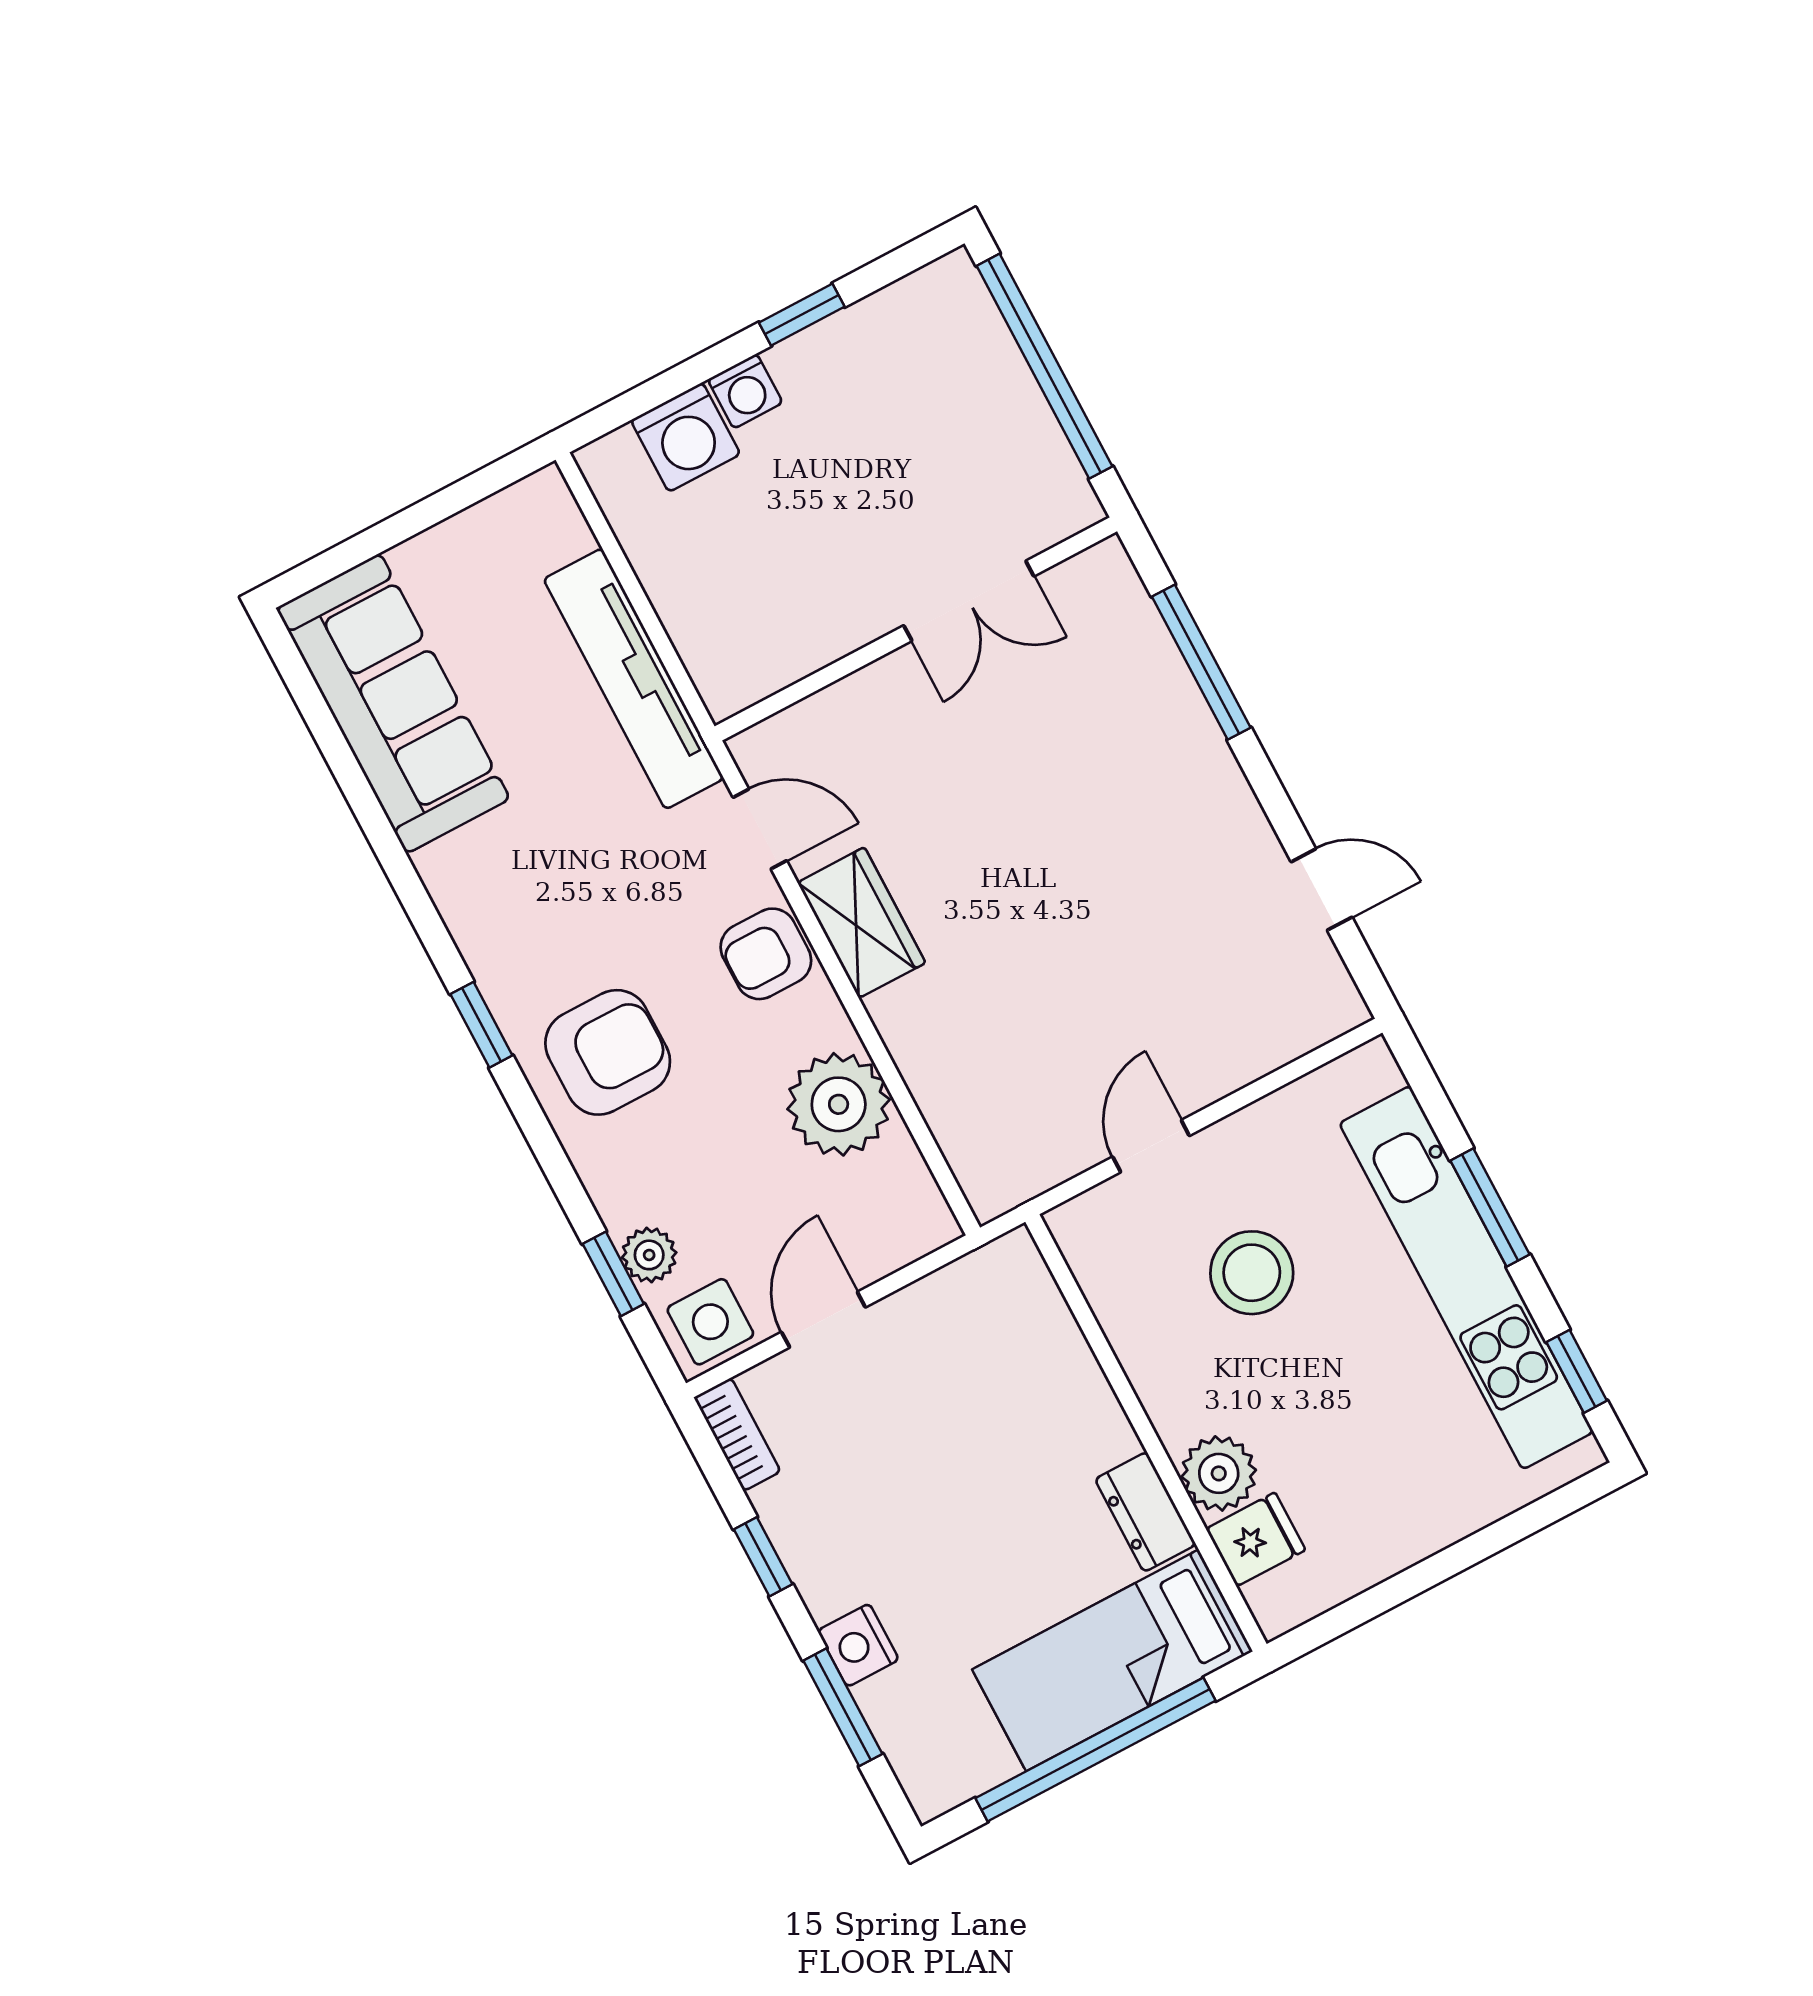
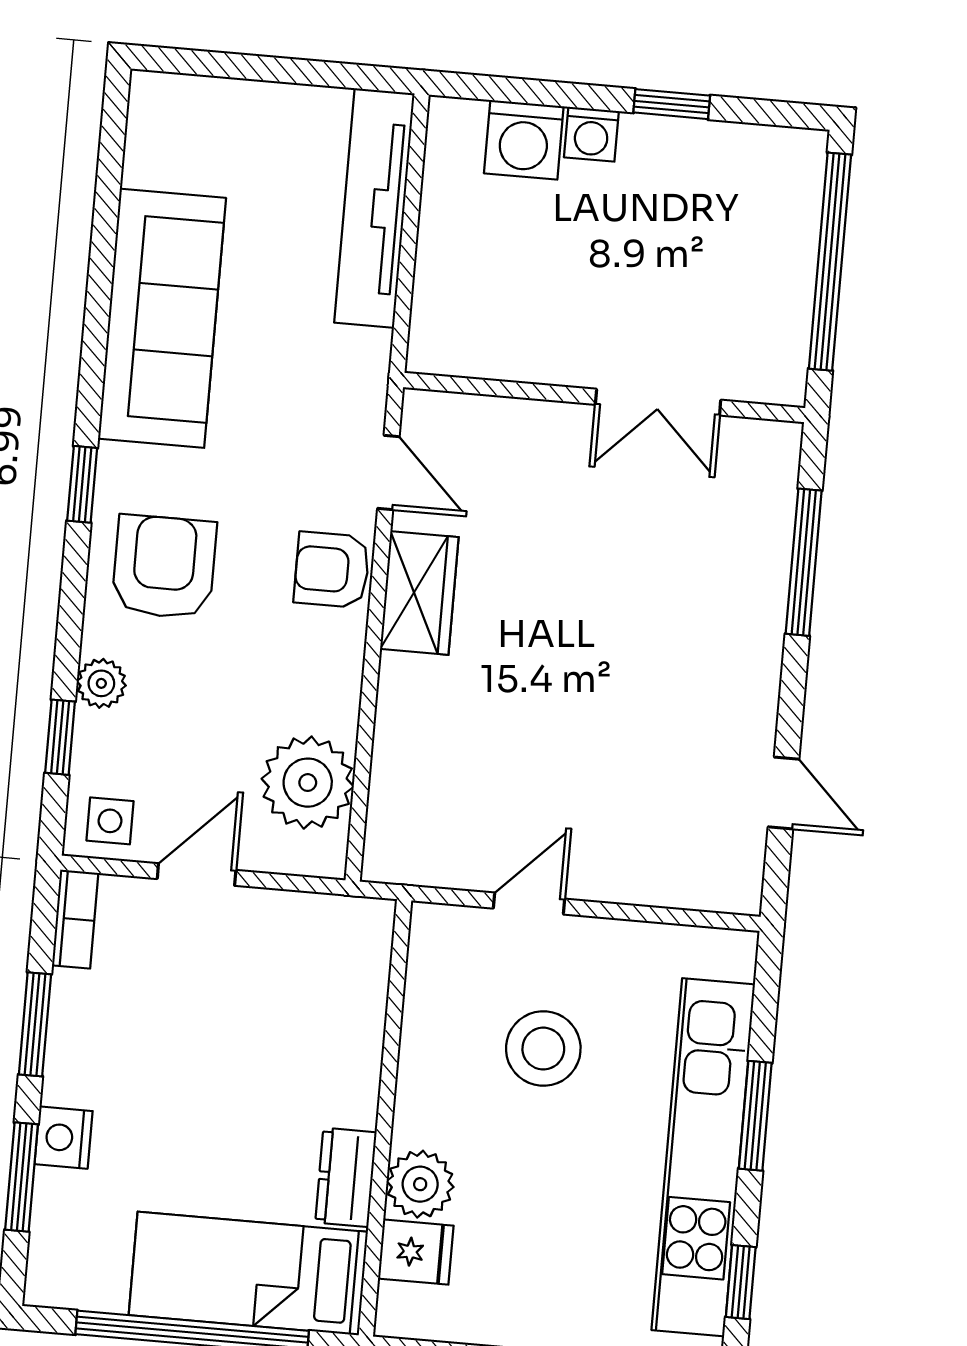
tv unit: (634, 679) -> (374, 208), moved
sofa: (393, 703) -> (162, 318), moved
armchair: (608, 1052) -> (164, 567), turned -90
plant: (839, 1104) -> (308, 783), moved
plant: (649, 1255) -> (101, 683), moved
side table: (710, 1322) -> (110, 821), width x0.73, depth x0.73
window: (763, 1557) -> (35, 1024), width x1.50

